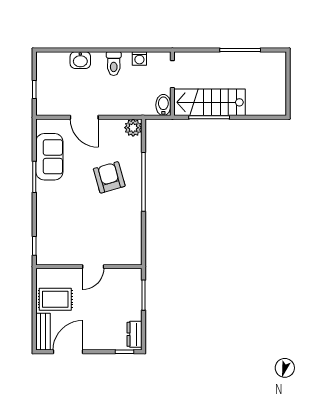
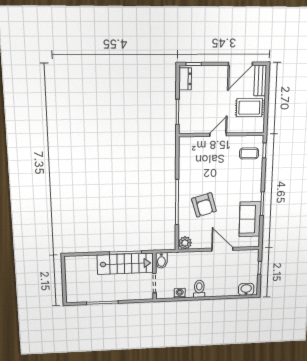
washbasin: (80, 60) -> (246, 289), moved
coffee table: (54, 242) -> (249, 153), added

